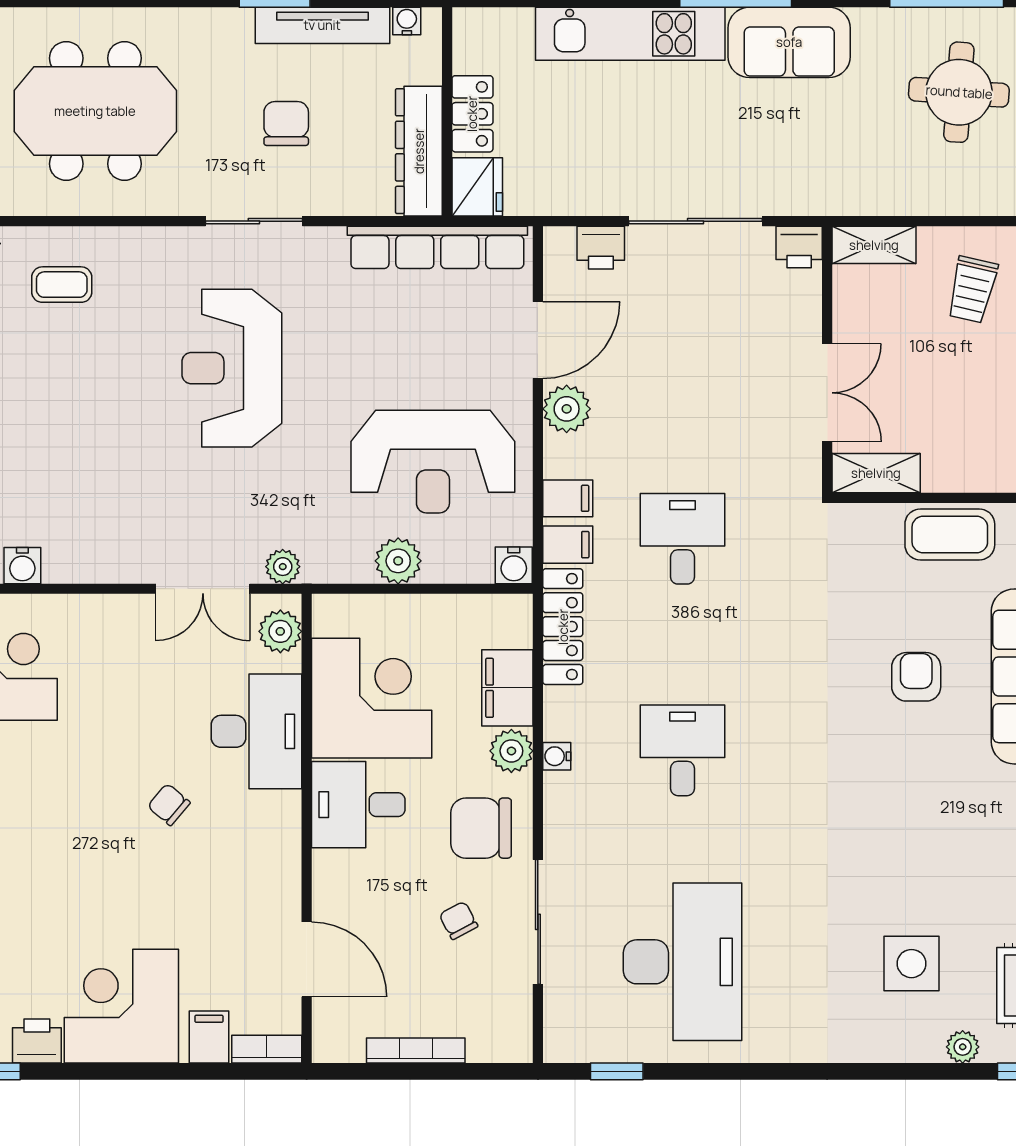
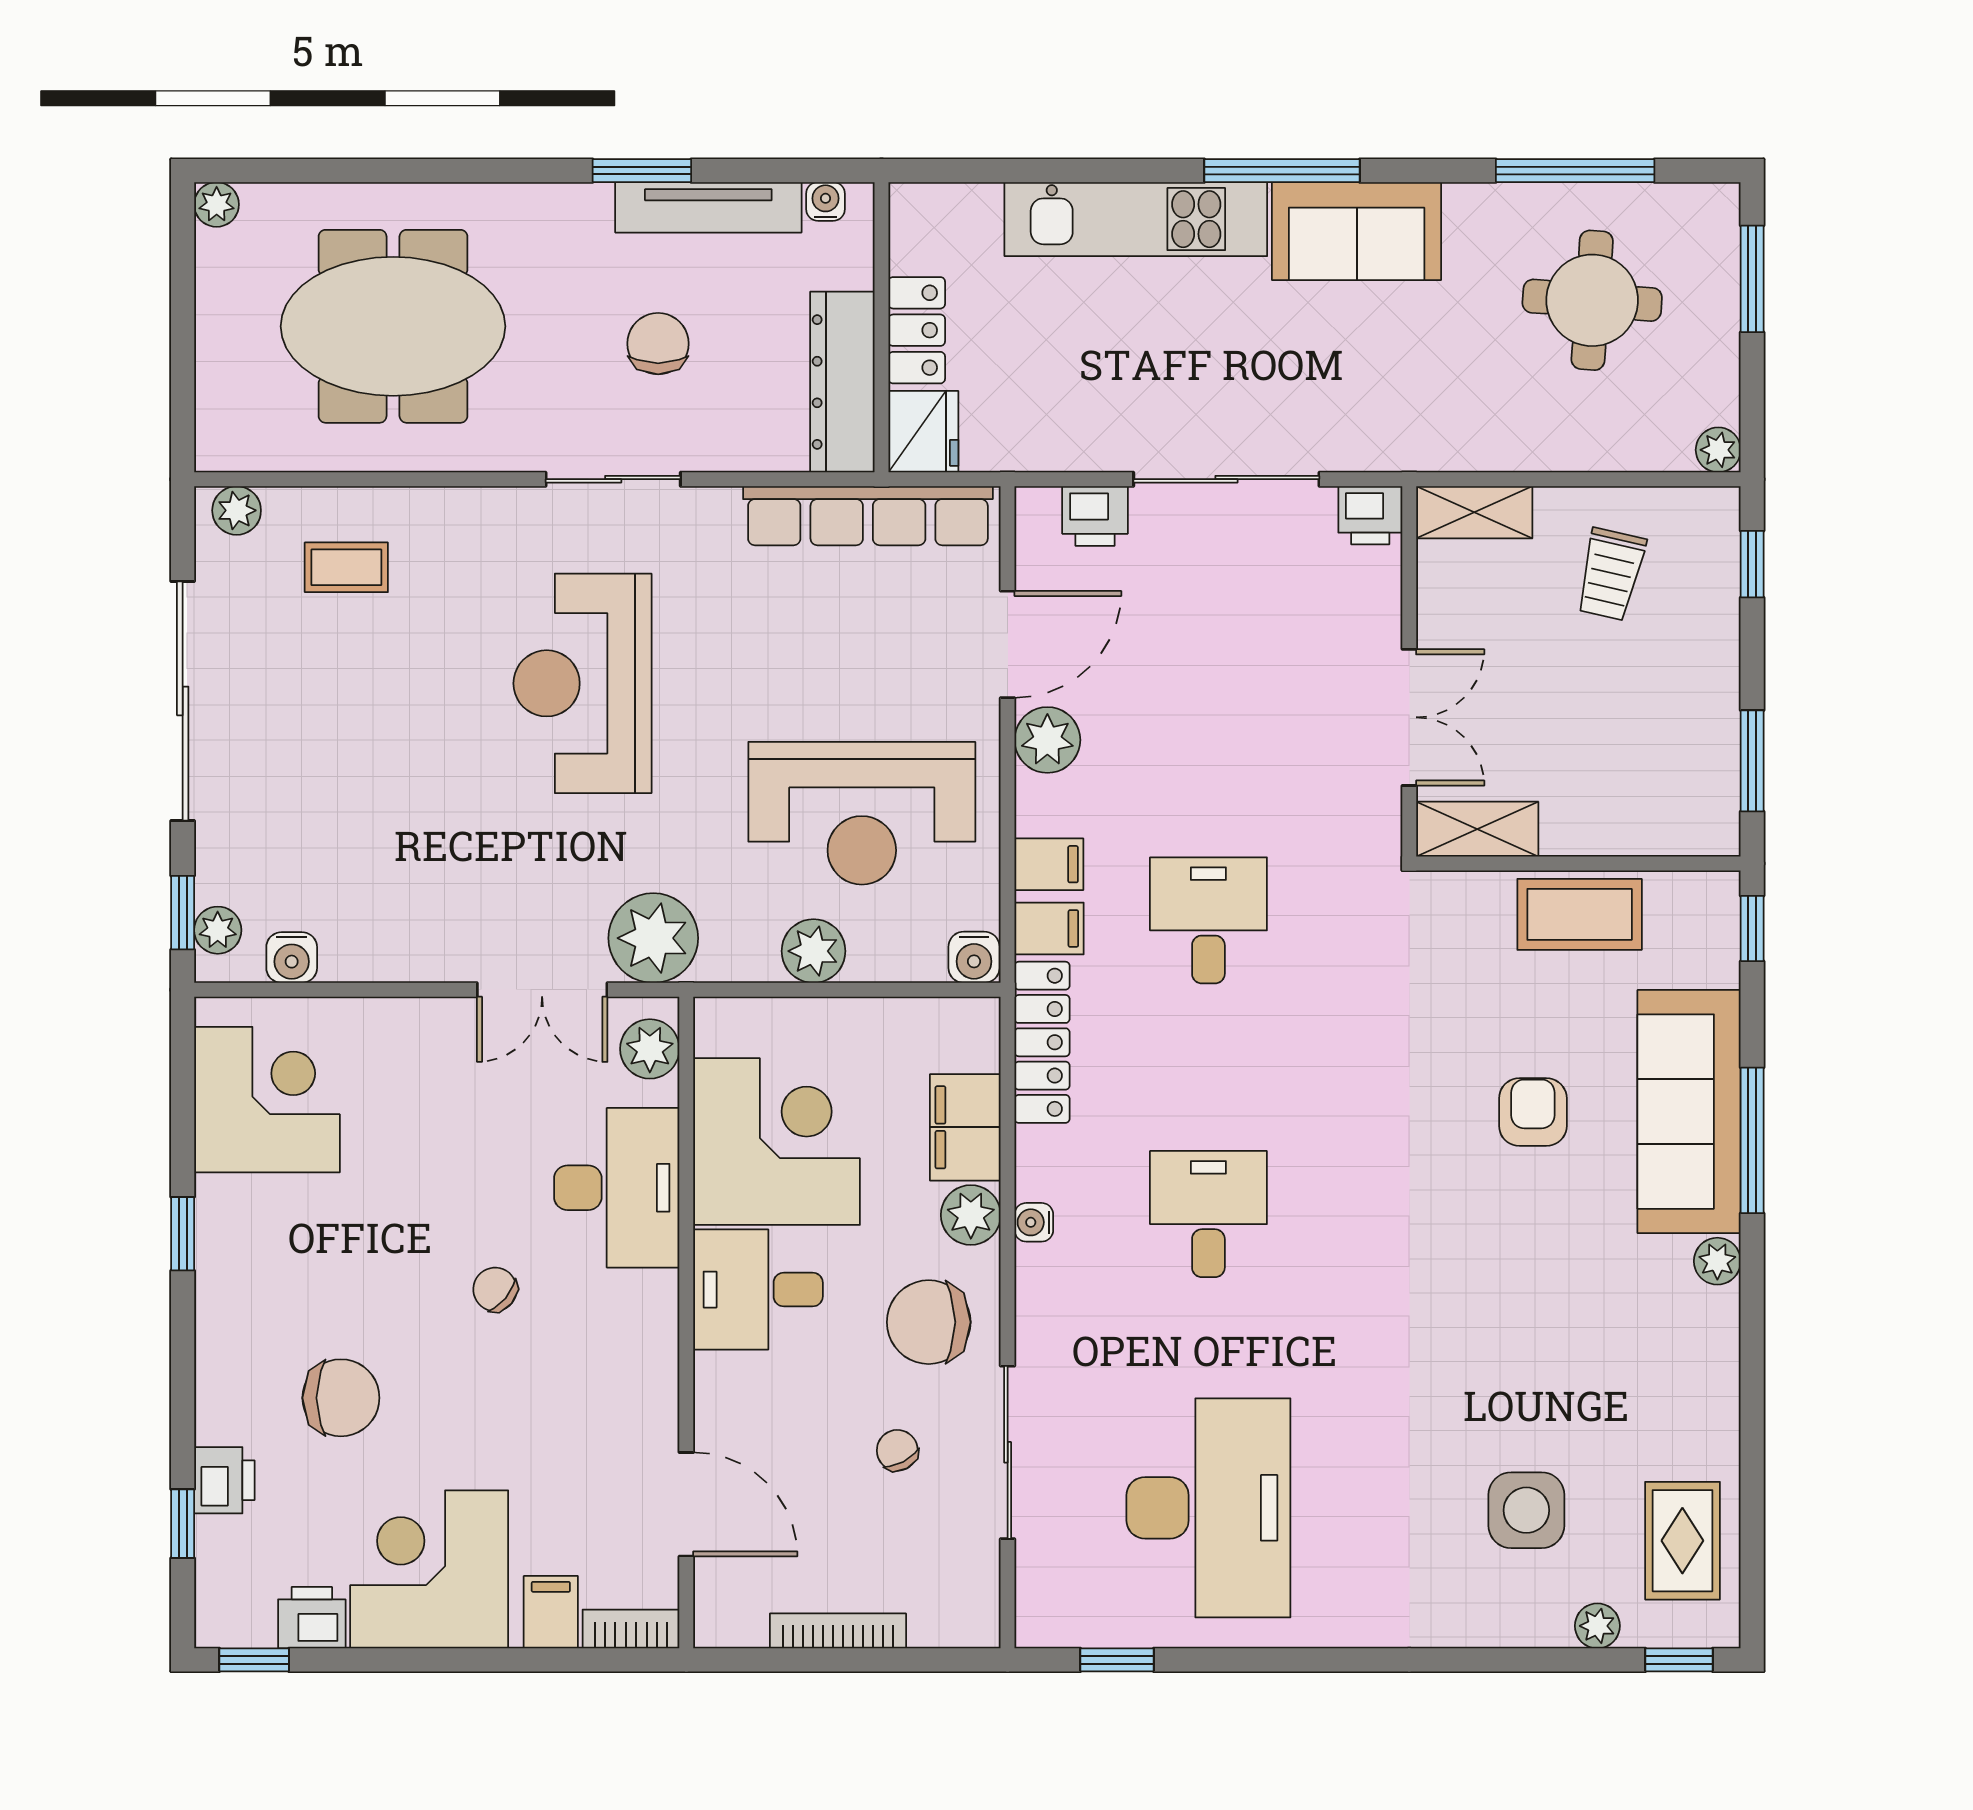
plant: (283, 567) -> (653, 938), width x1.88, depth x1.88
chair: (58, 883) -> (341, 1398), added

